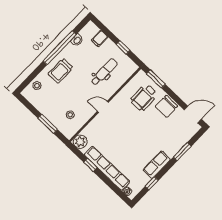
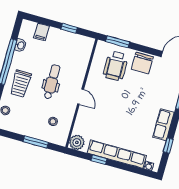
dental chair: (104, 72) -> (52, 82), moved
door: (103, 107) -> (81, 97), swing flipped

